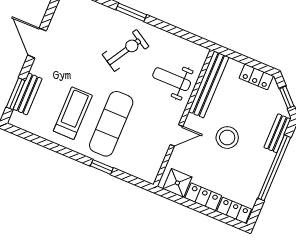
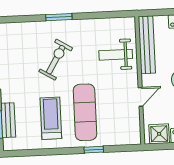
exercise bike: (126, 50) -> (56, 60), moved

